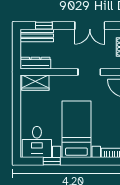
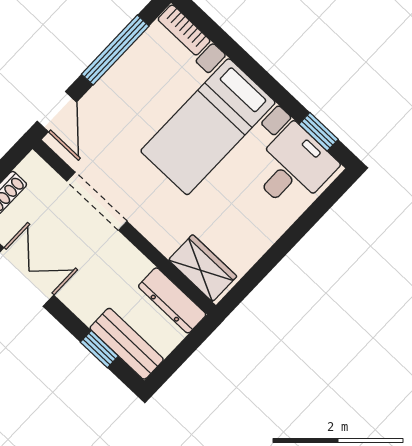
doorway: (89, 72) -> (97, 201), width x1.38
window: (52, 161) -> (319, 132), moved

